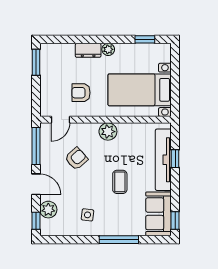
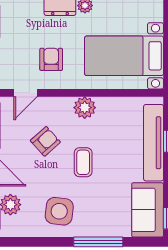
armchair: (81, 93) -> (51, 59), turned 90
coffee table: (120, 182) -> (83, 162), moved
side table: (87, 215) -> (59, 211), width x1.87, depth x1.87

